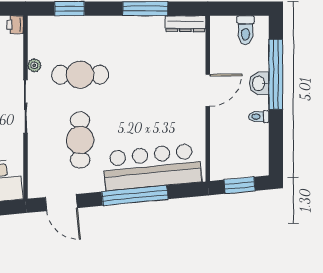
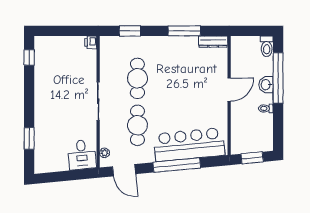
toilet: (246, 30) -> (267, 46), moved
plant: (34, 65) -> (105, 153), moved
cafe table: (80, 75) -> (137, 78), turned 90

